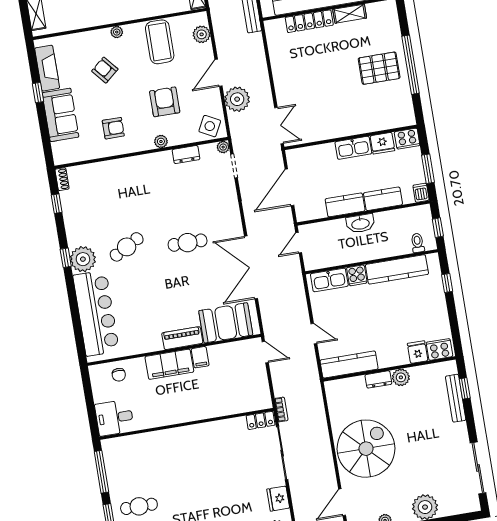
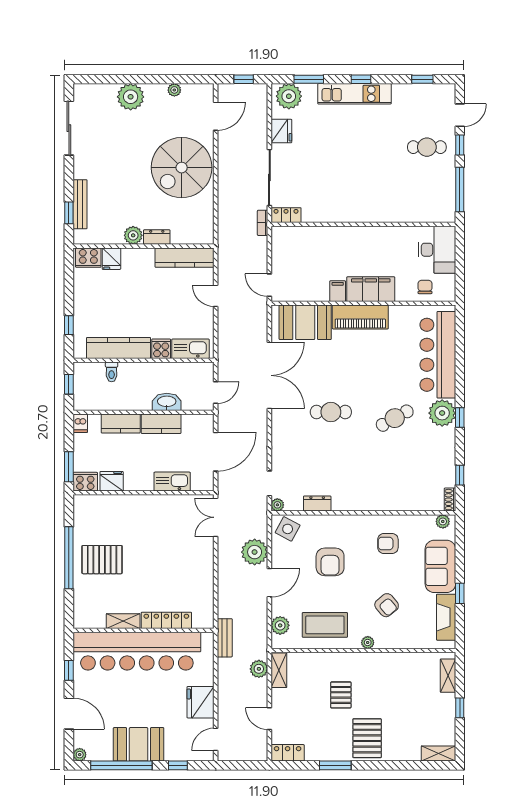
coffee table: (160, 42) -> (325, 625), turned 90
plant: (161, 141) -> (443, 521), moved
kitchen sink: (353, 148) -> (172, 482), moved
window: (428, 169) -> (69, 467), moved
washbasin: (360, 223) -> (167, 402), moved
toilet: (418, 243) -> (112, 372), moved
piano: (182, 338) -> (360, 317), width x1.37, depth x1.33
desk: (114, 418) -> (437, 250), width x1.37

